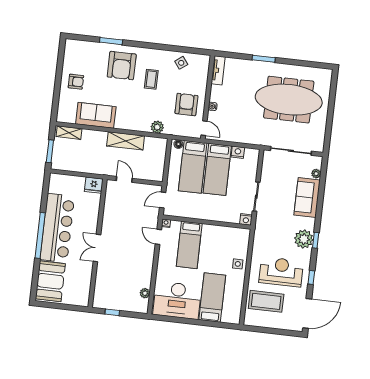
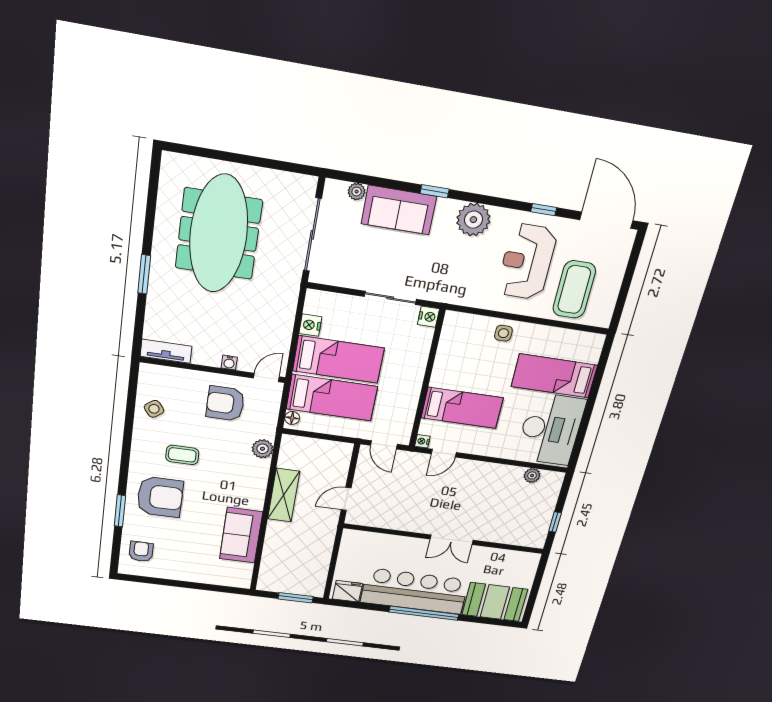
armchair: (76, 82) -> (141, 551), moved
shelving: (69, 133) -> (268, 572), removed
fridge: (94, 185) -> (347, 591), moved, turned -90
window: (316, 240) -> (435, 191), moved

